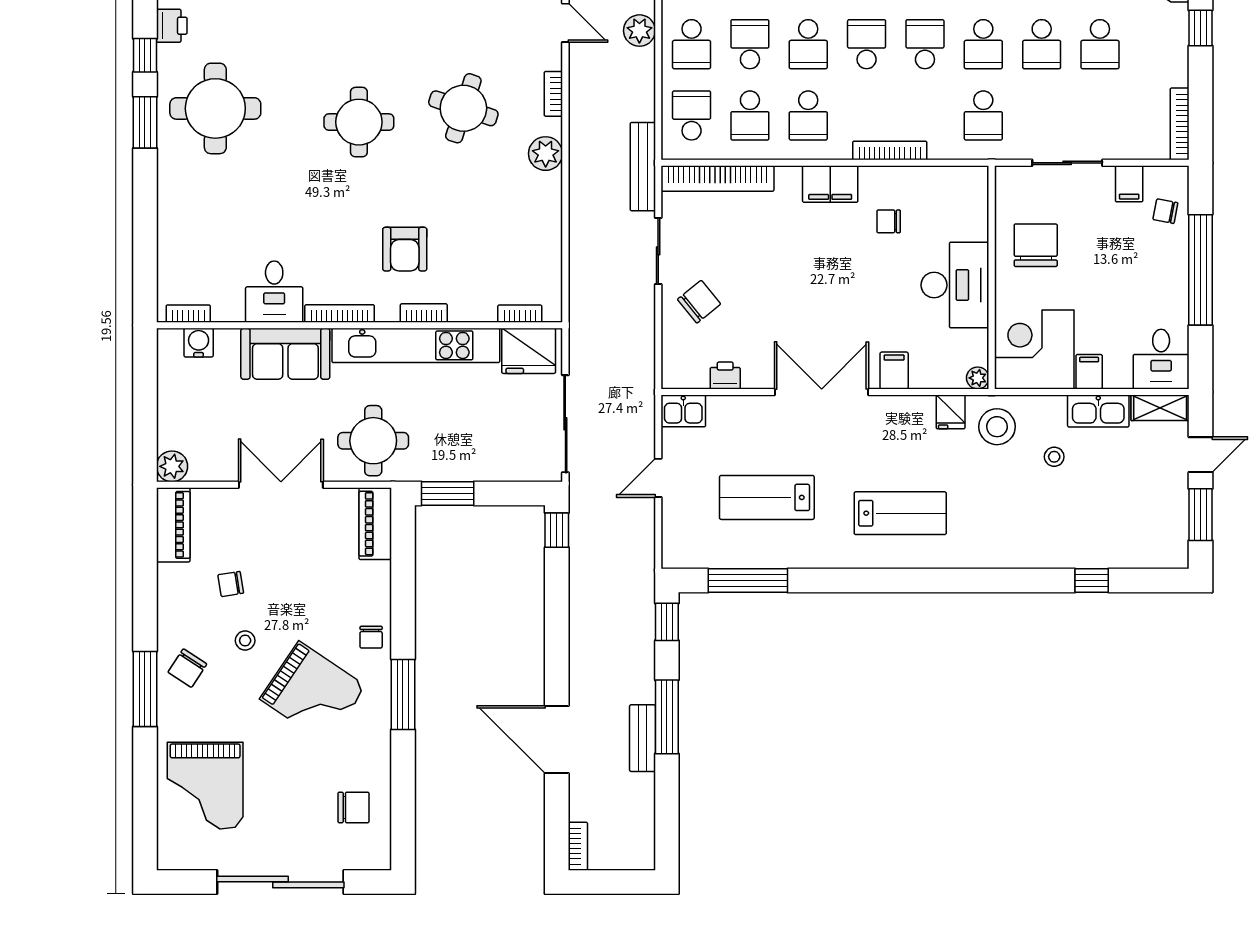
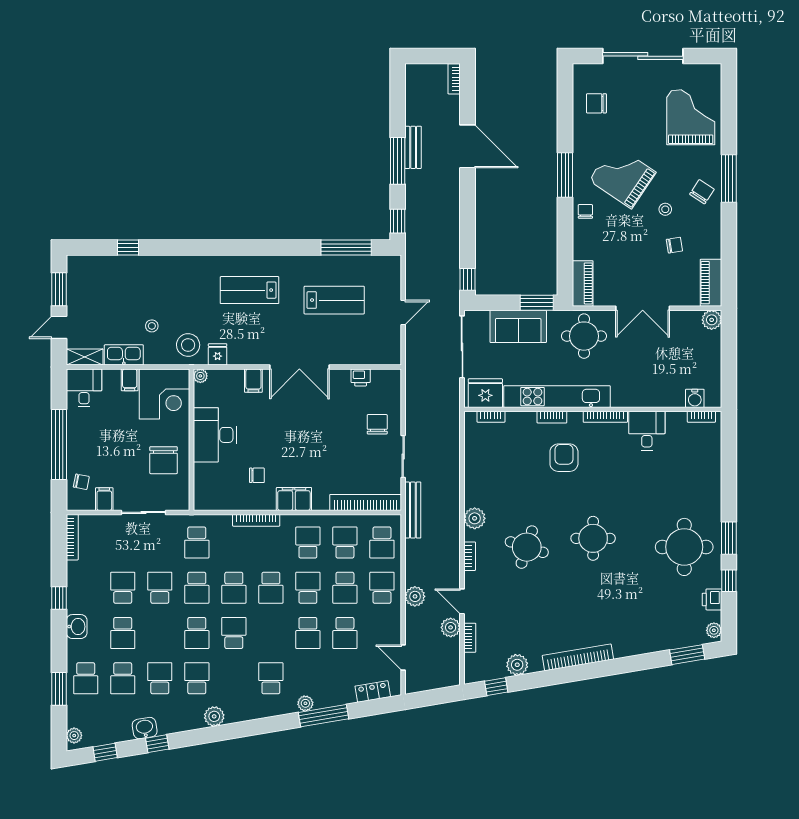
school desk: (983, 44) -> (197, 588), turned 180
school desk: (983, 115) -> (197, 543), turned 180
chair: (699, 302) -> (377, 424), turned 129
sofa: (285, 354) -> (518, 326), moved, turned 180
kitchen sink: (683, 411) -> (387, 355), removed

